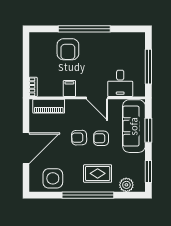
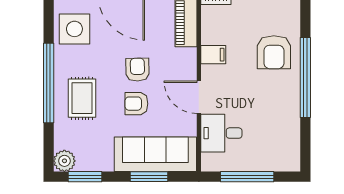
armchair: (68, 49) -> (274, 52), turned -90
door: (97, 98) -> (199, 97), hinge flipped
armchair: (101, 138) -> (136, 104), turned -90
plant: (126, 185) -> (64, 161), moved

